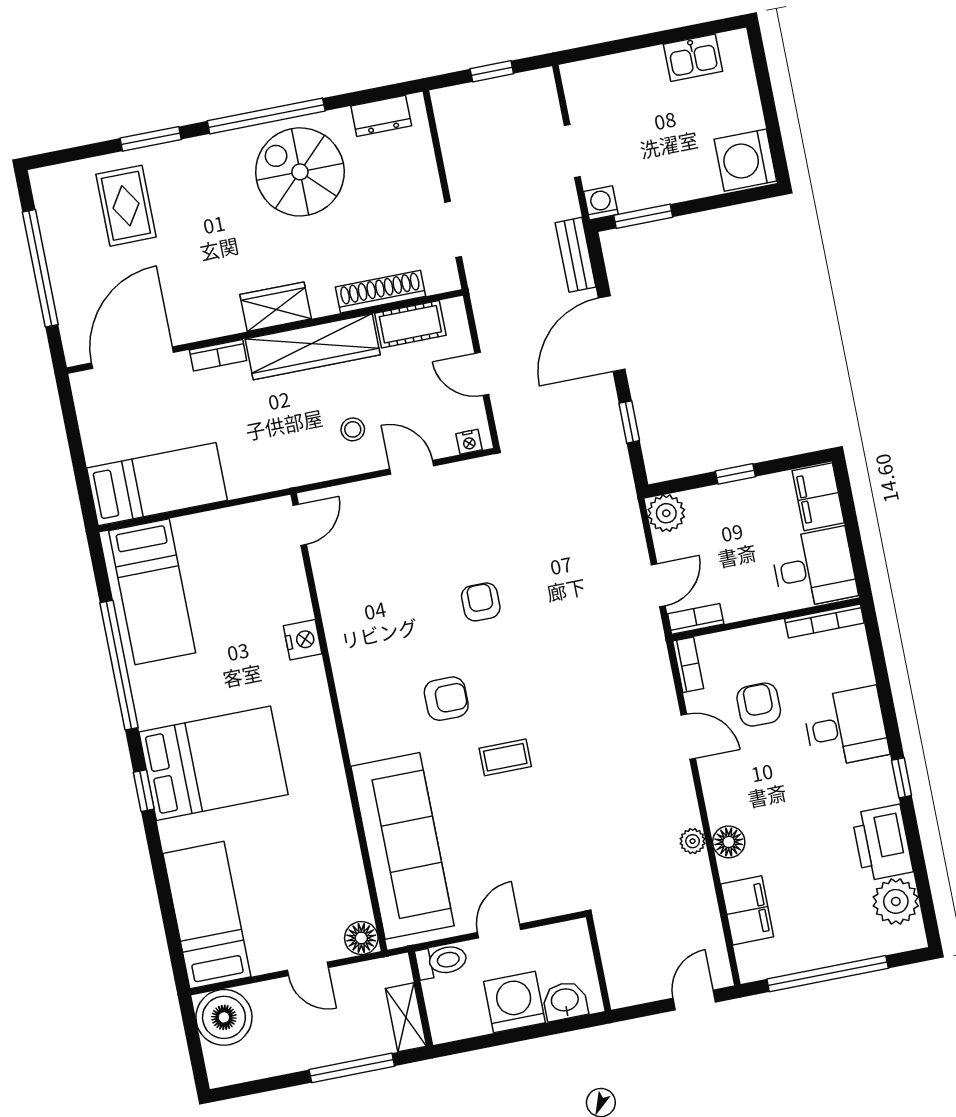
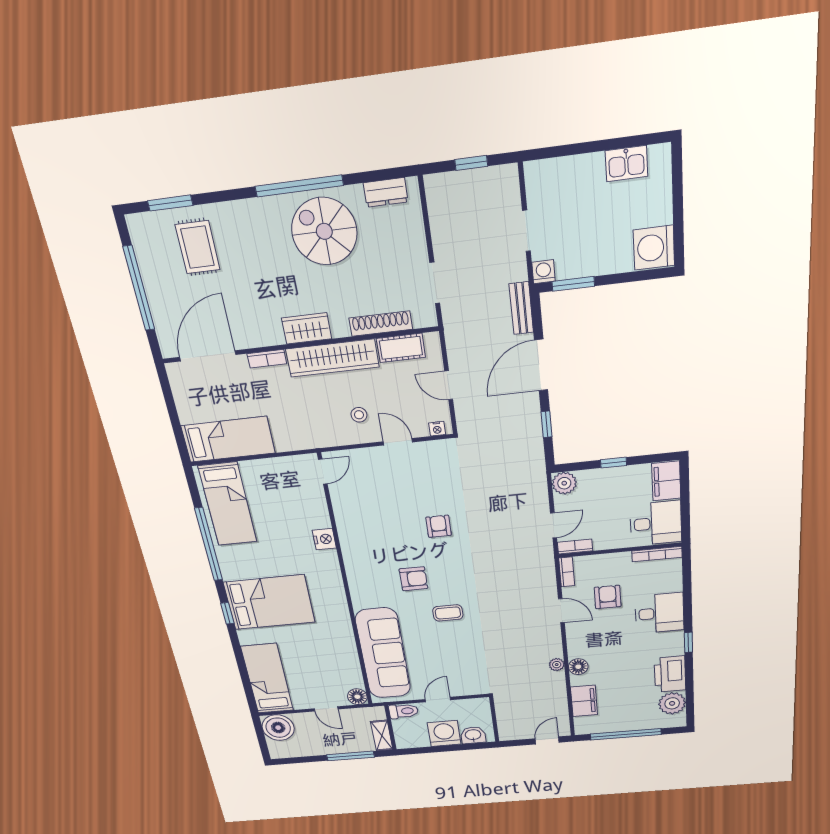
window: (151, 139) -> (170, 203), moved

